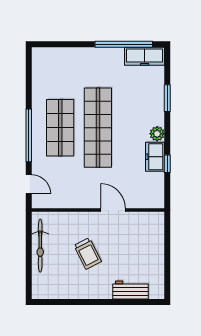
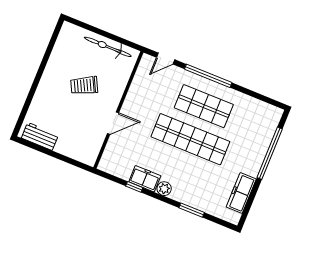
window: (124, 44) -> (270, 153), moved
freezer: (145, 56) -> (241, 193), moved
workbench: (131, 290) -> (40, 136), moved, turned -90

